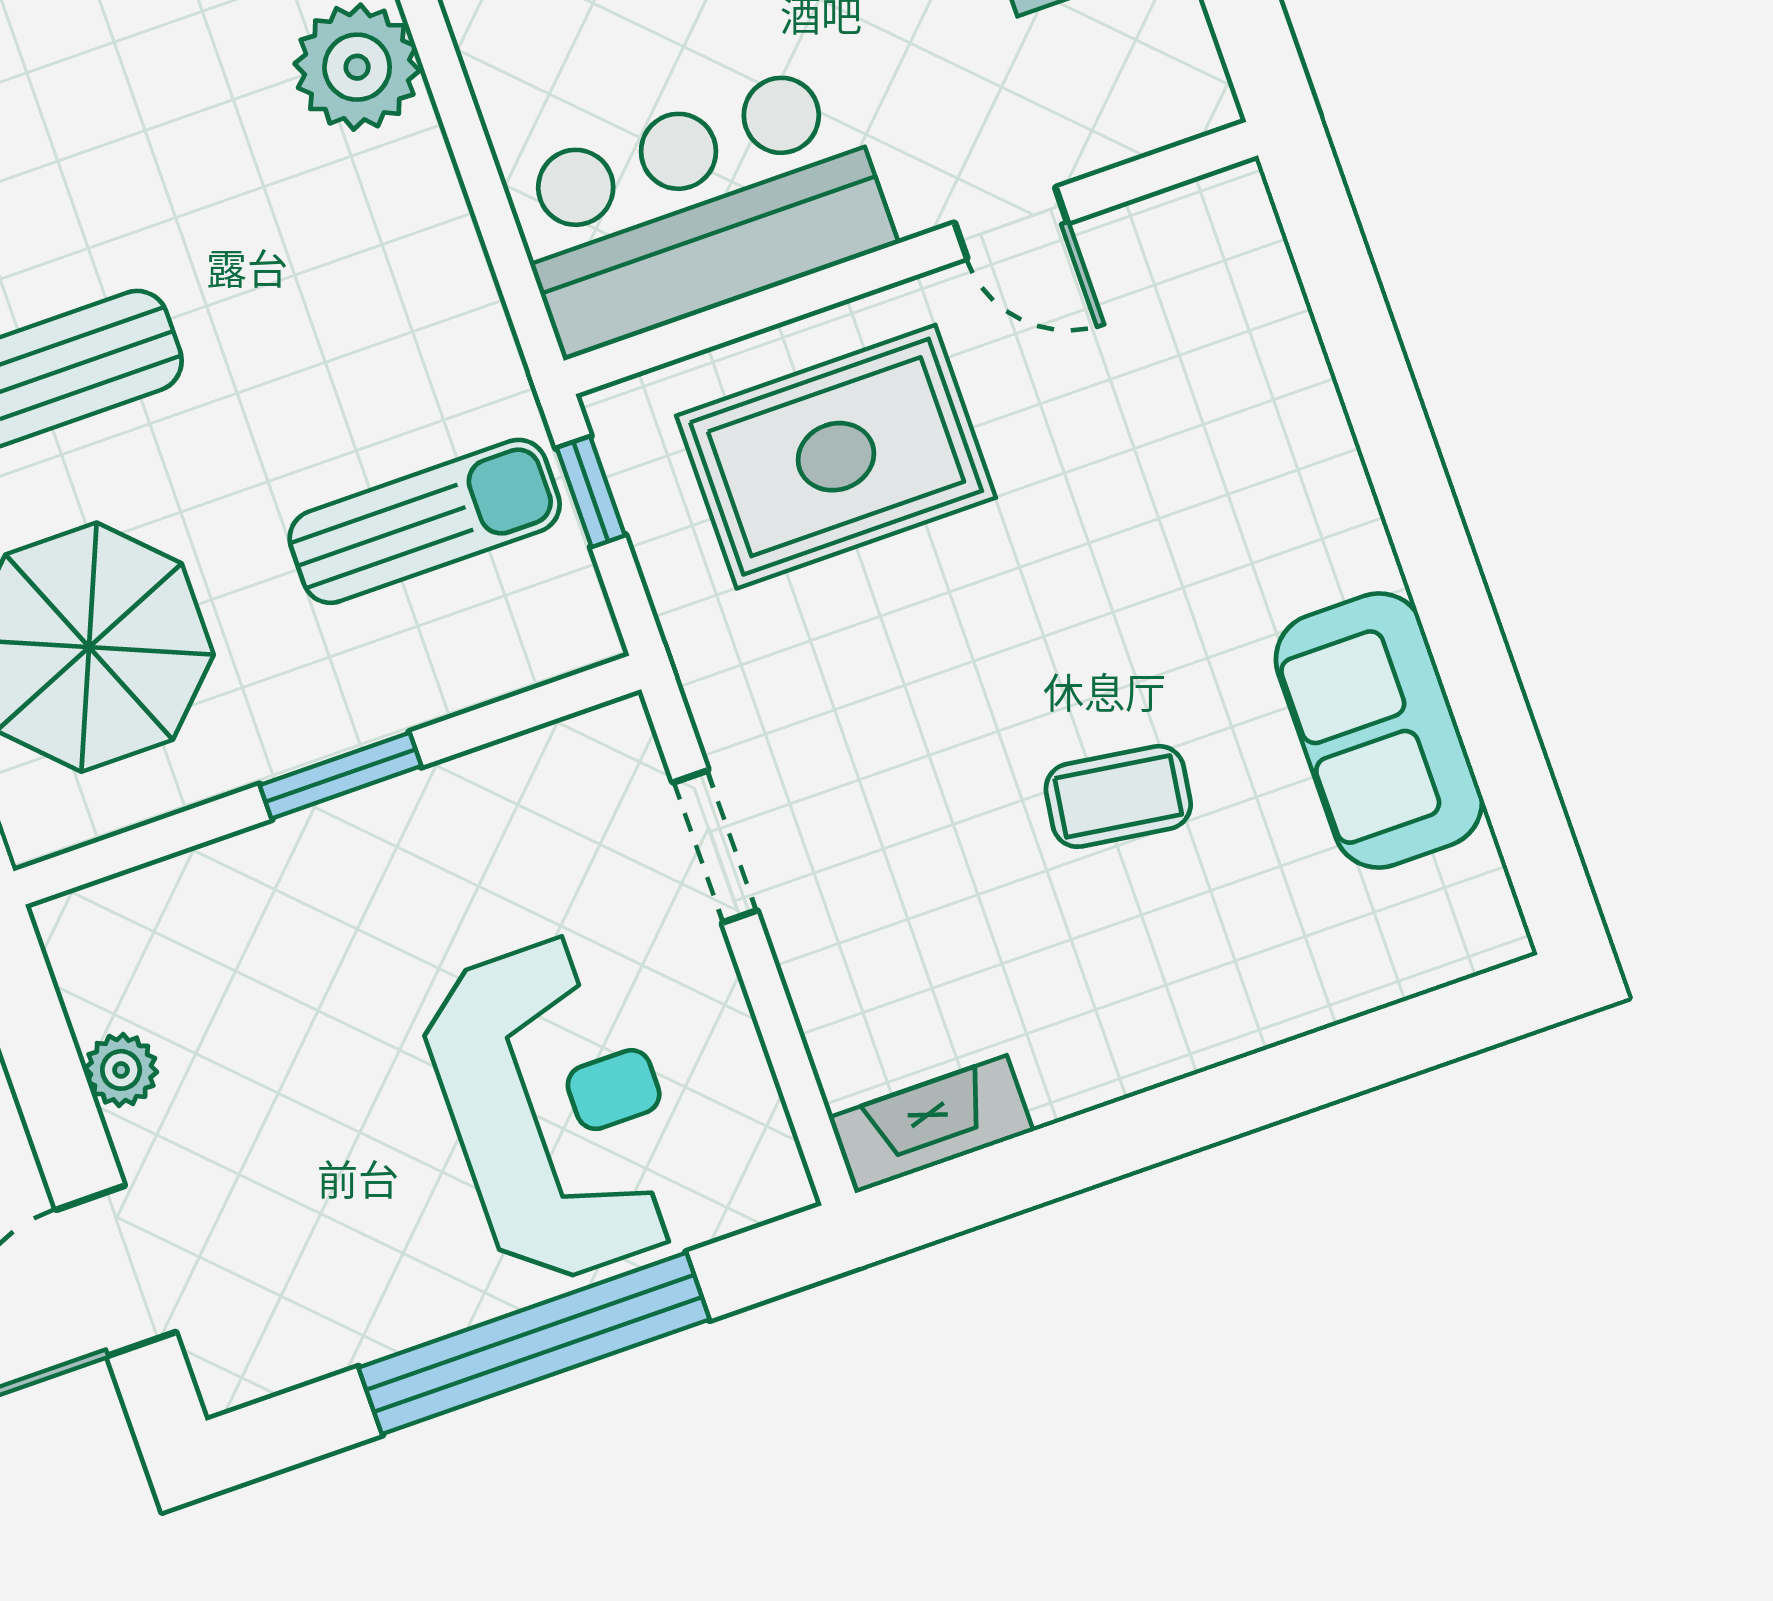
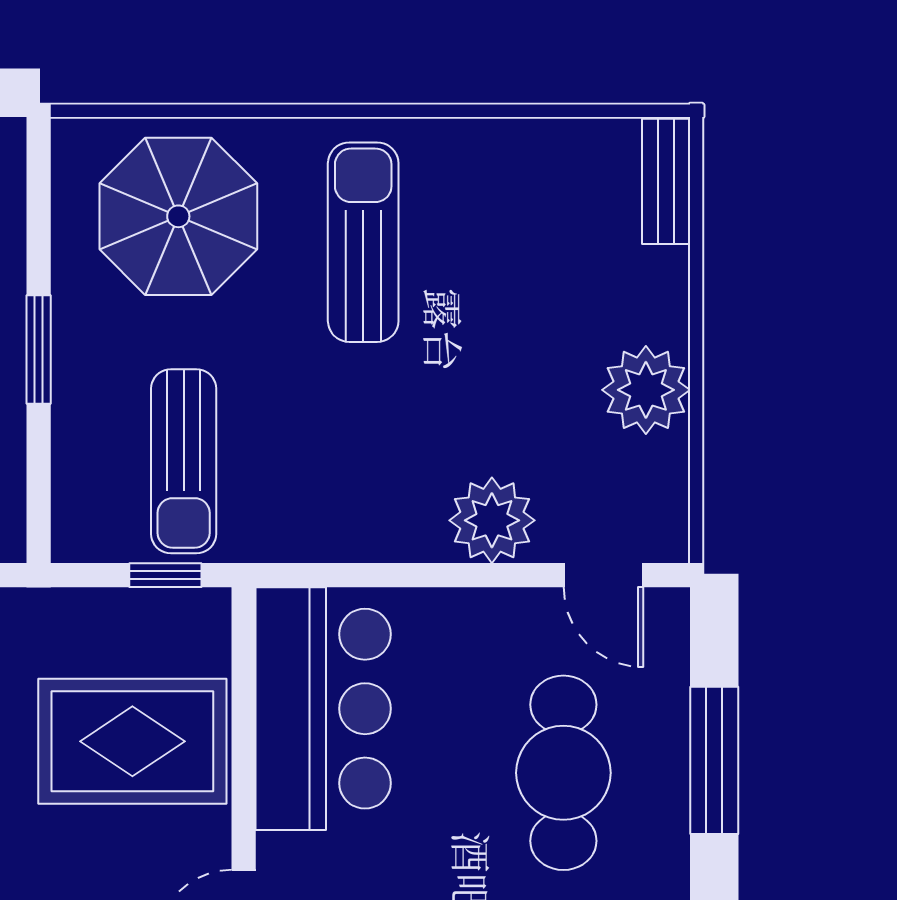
rug: (836, 457) -> (132, 741), turned 90

